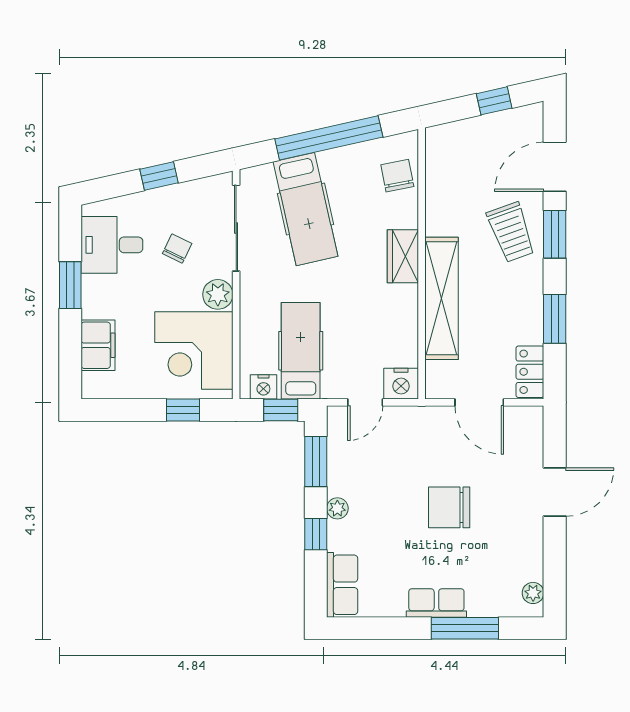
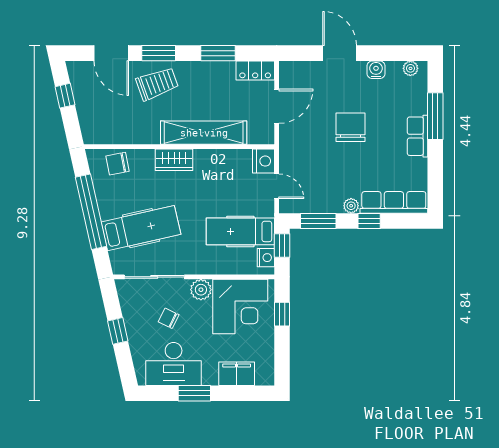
desk: (112, 245) -> (174, 364), width x1.37
chair: (449, 507) -> (350, 127), turned 180
water cooler: (531, 544) -> (376, 70), added
row of seats: (342, 585) -> (394, 202), width x1.48

